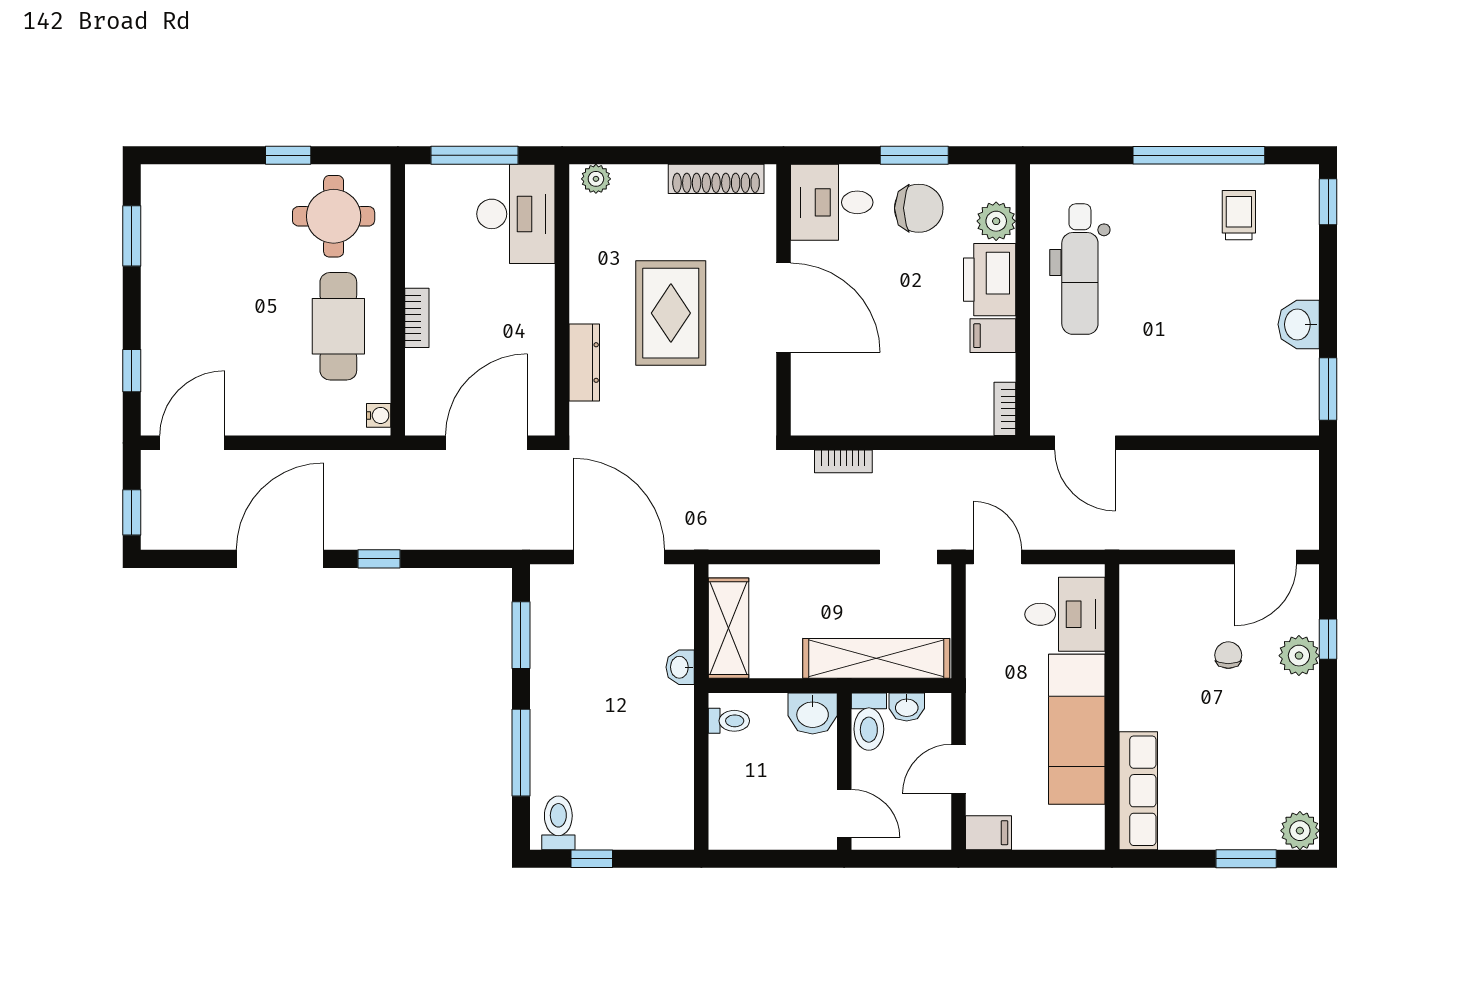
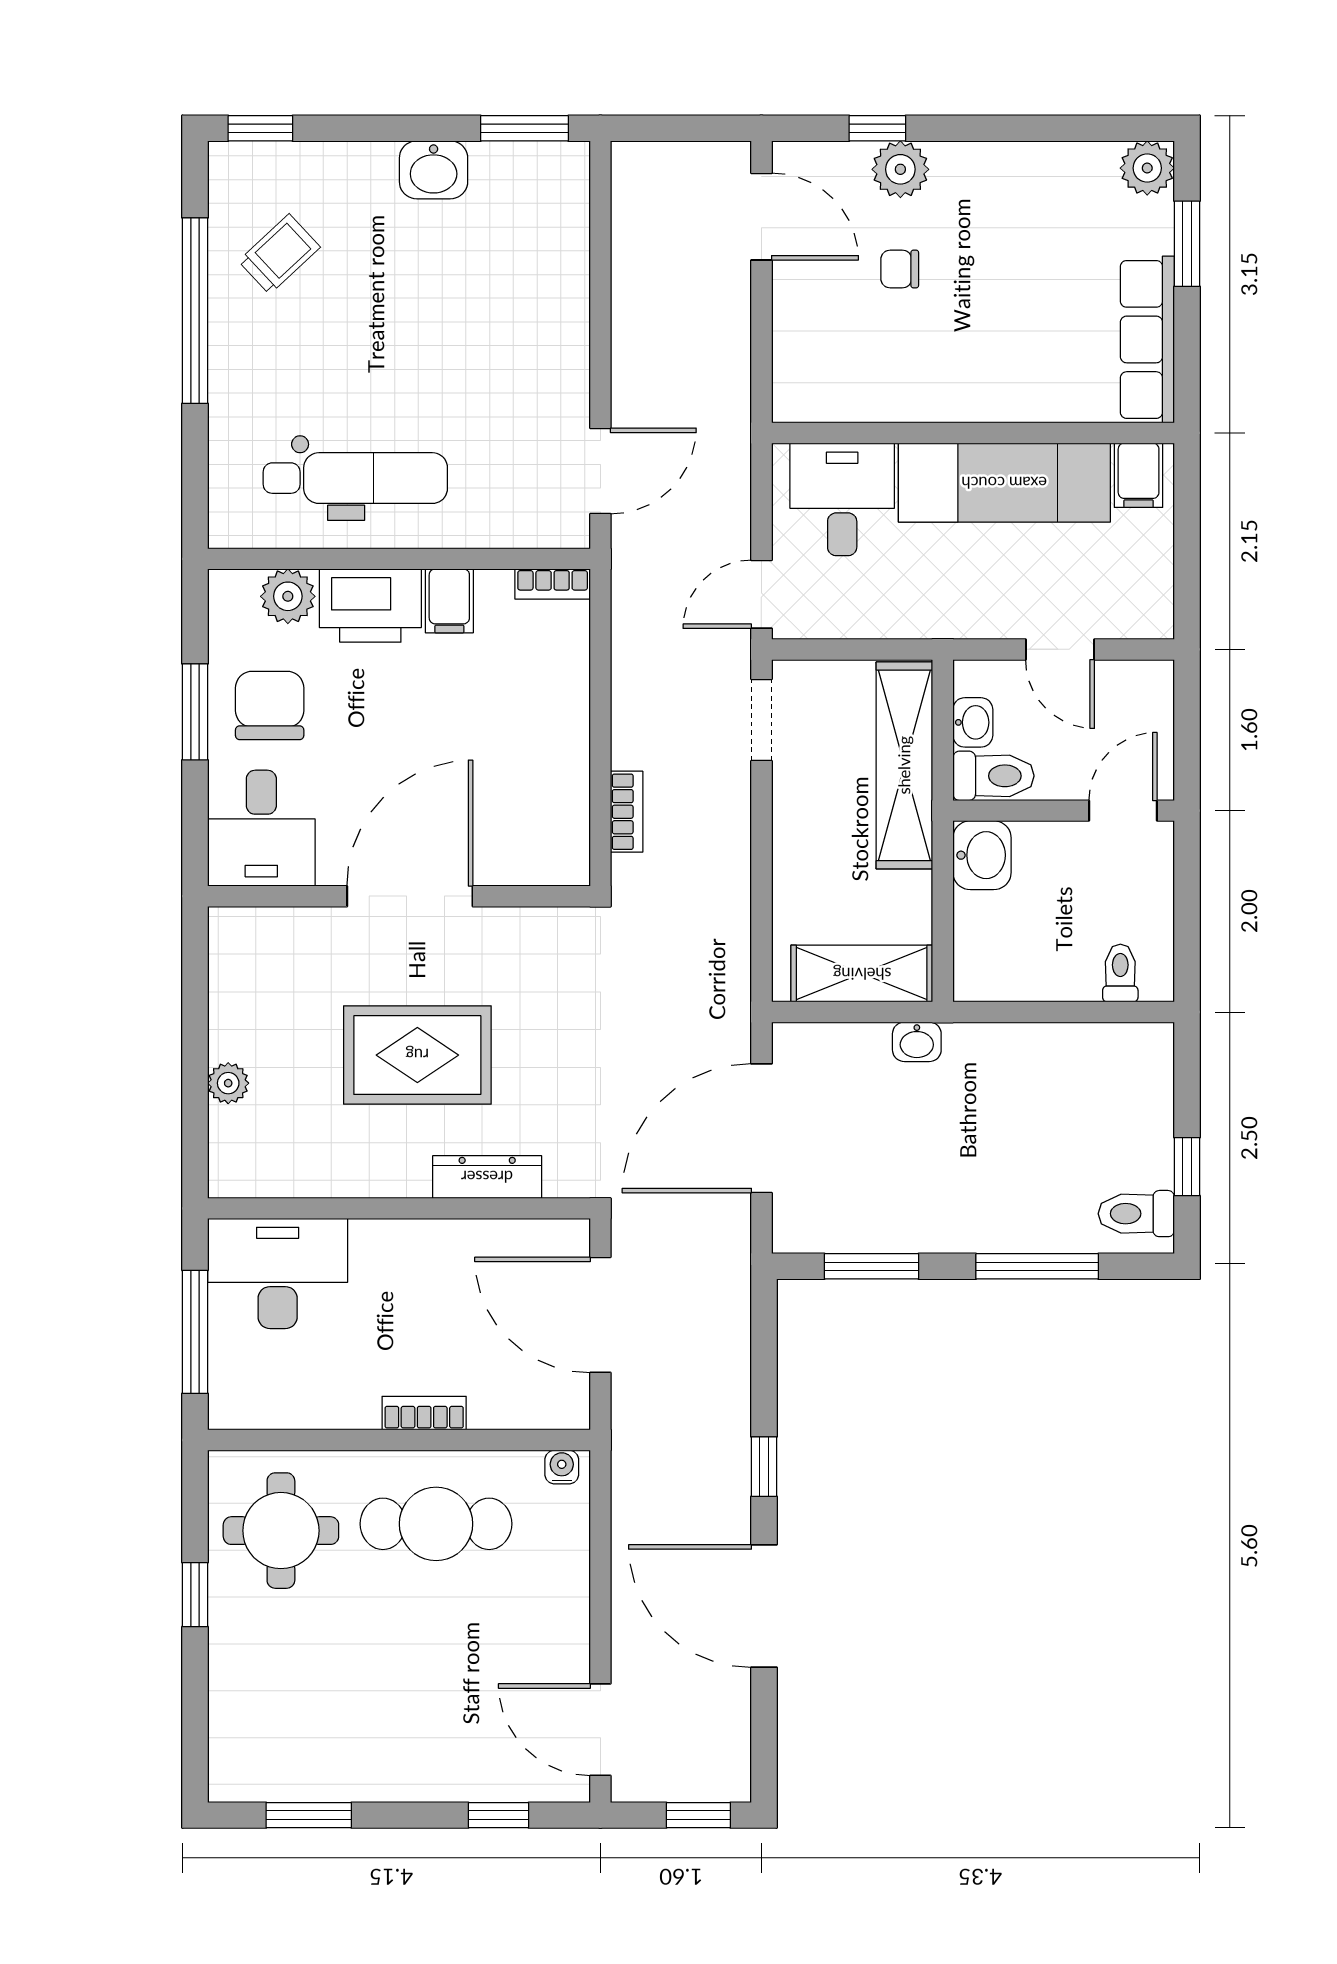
plant: (596, 179) -> (228, 1083), moved
shoe rack: (716, 179) -> (228, 991), removed
trolley: (1239, 215) -> (279, 254), turned 137
toilet: (729, 721) -> (1120, 973), moved
row of seats: (1138, 791) -> (1147, 339), moved, turned -90
filing cabinet: (988, 833) -> (1139, 475), moved, turned 180

